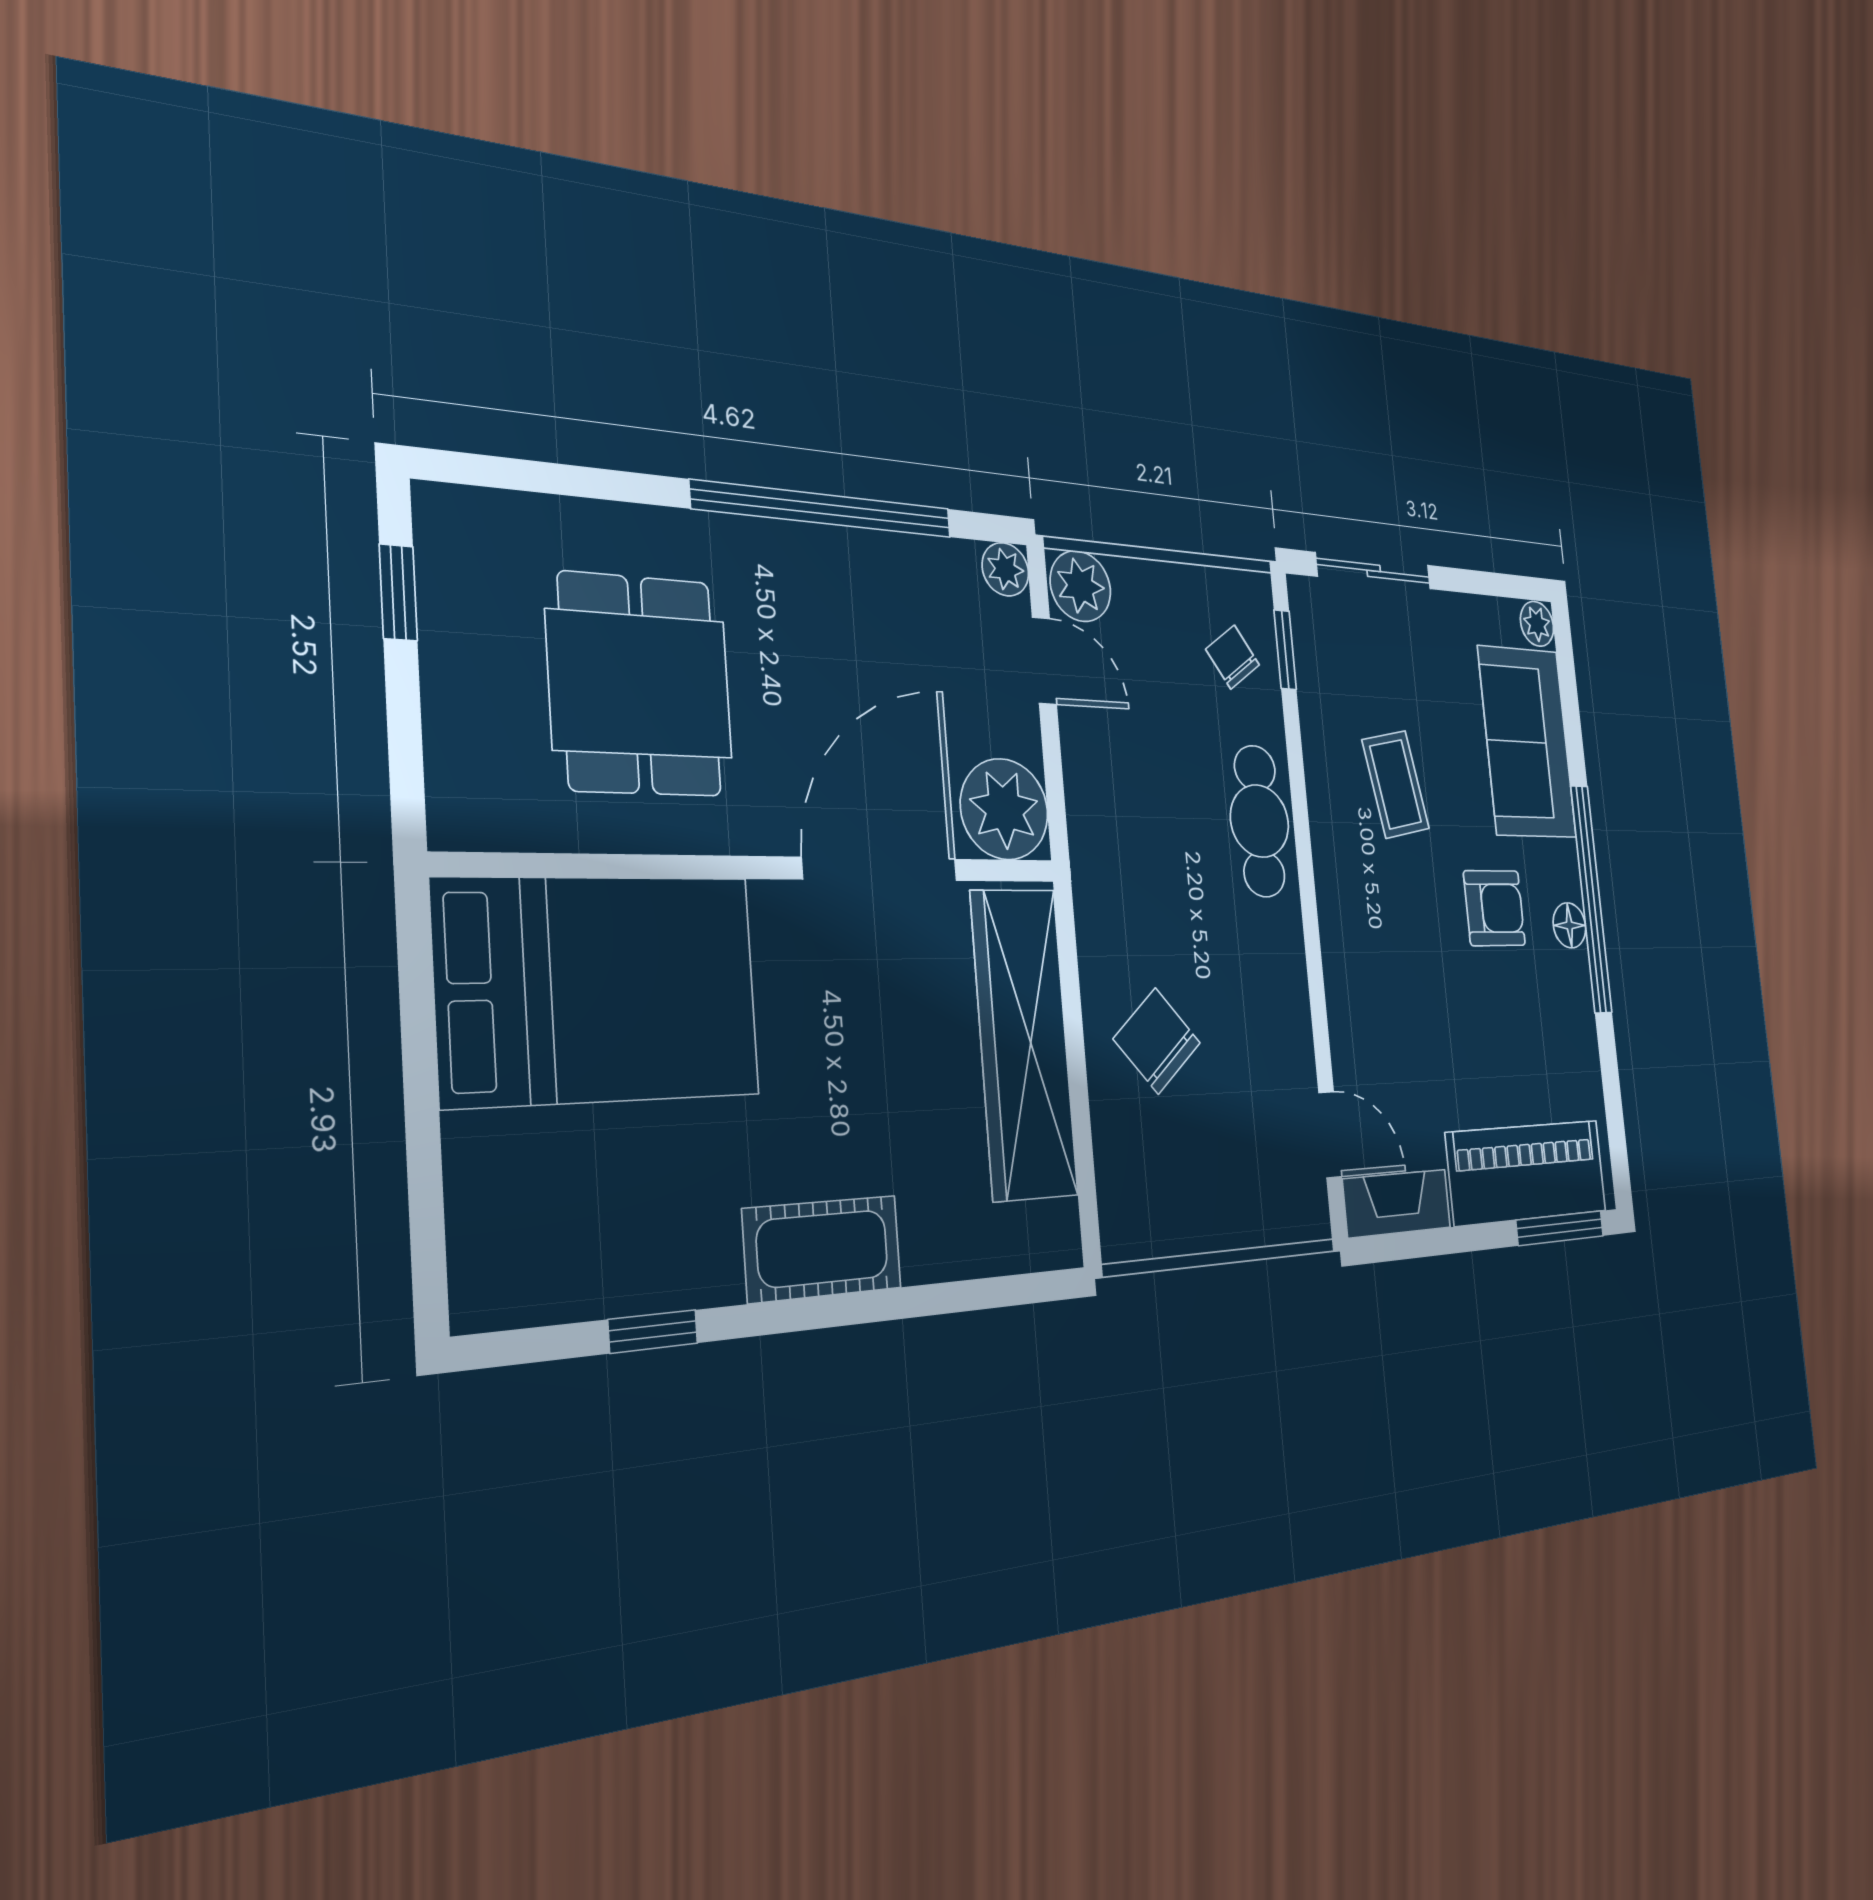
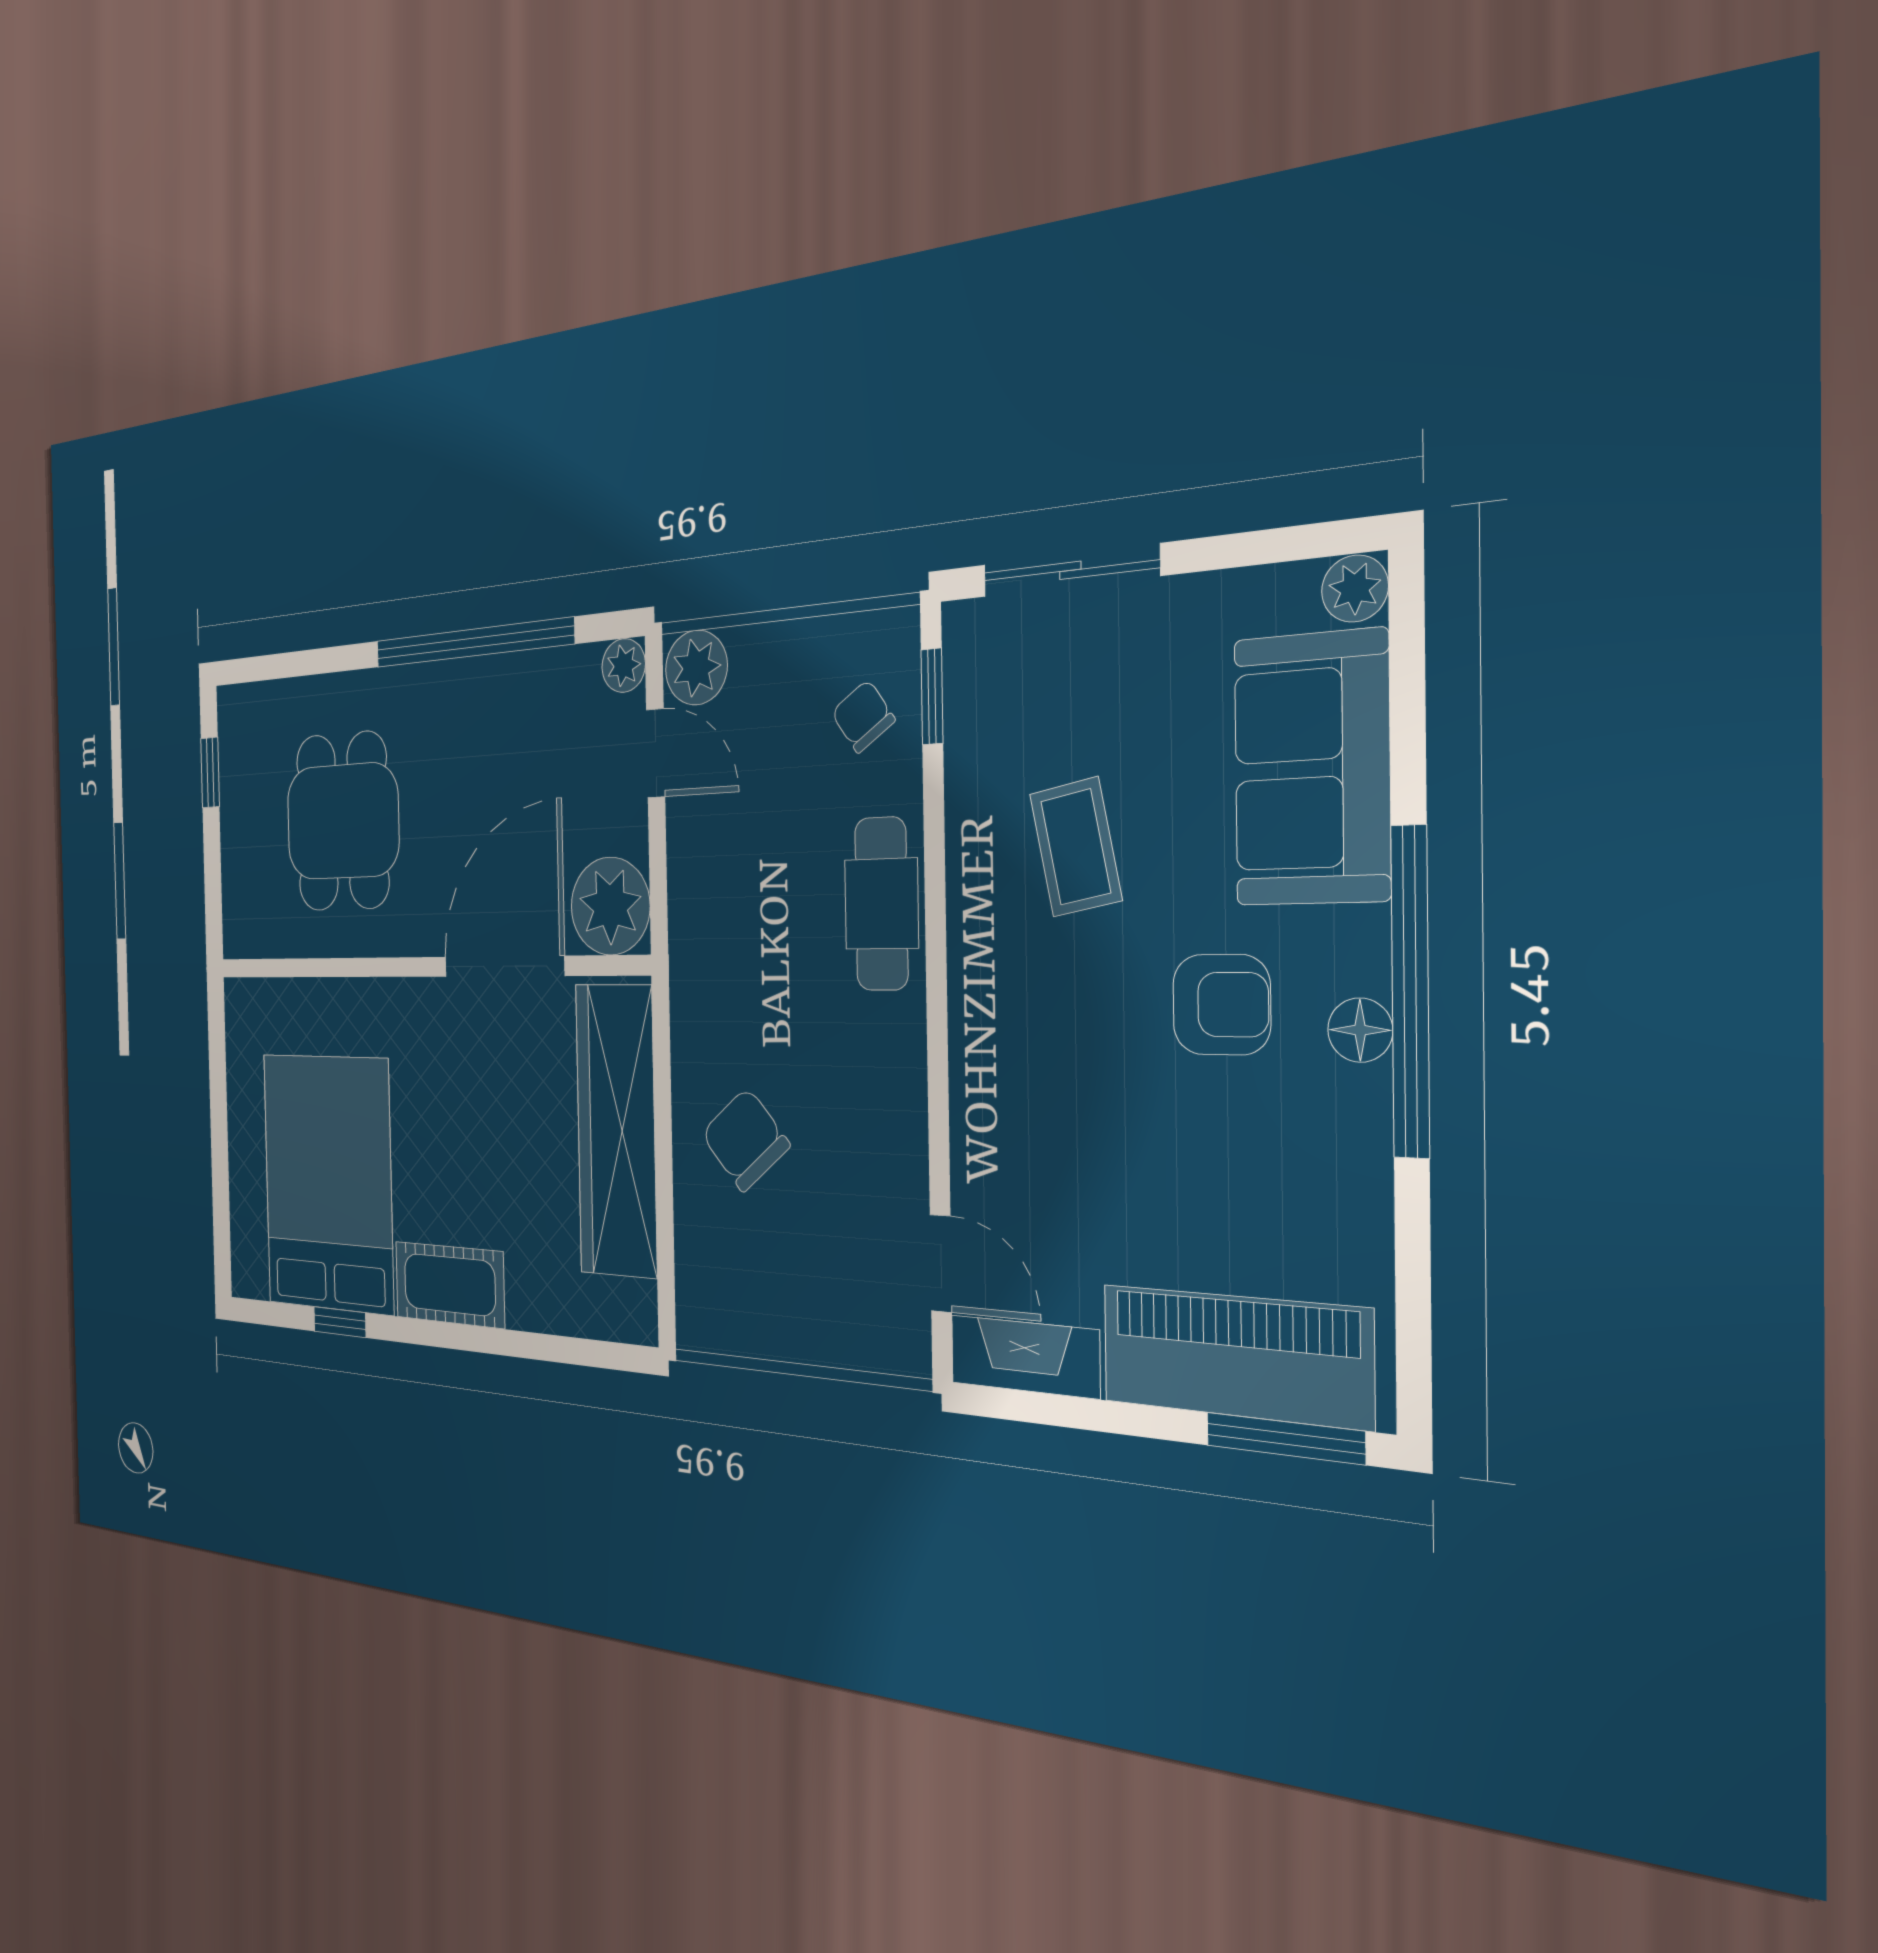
bed: (599, 989) -> (328, 1183), moved, turned -90

